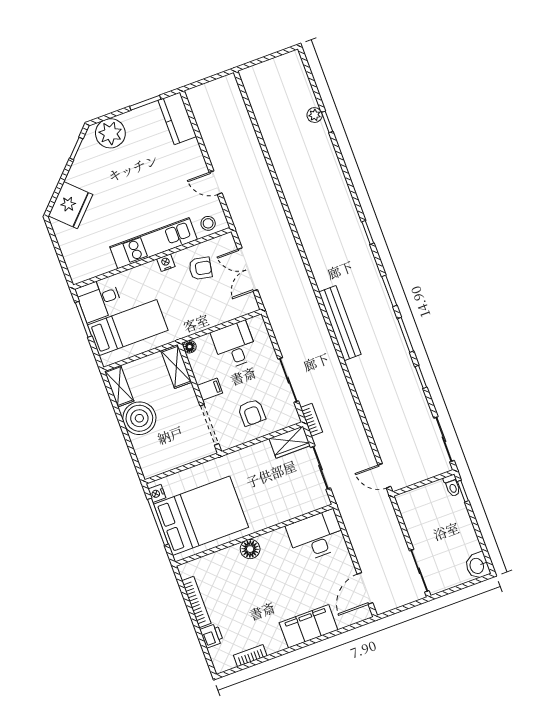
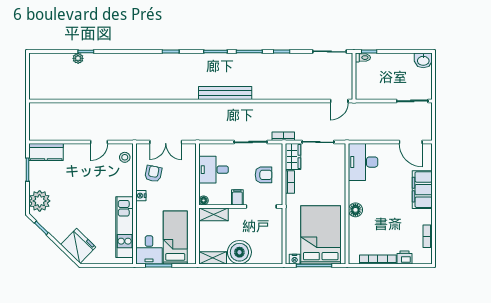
kitchen unit: (153, 243) -> (125, 227), moved
bookcase: (255, 450) -> (290, 182), added

